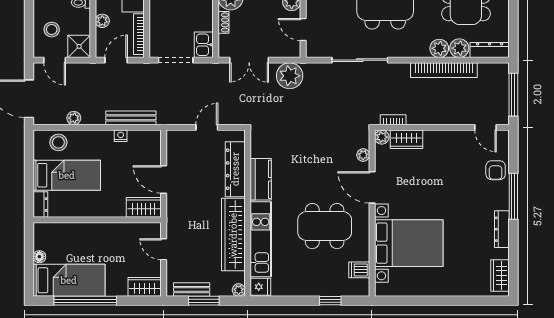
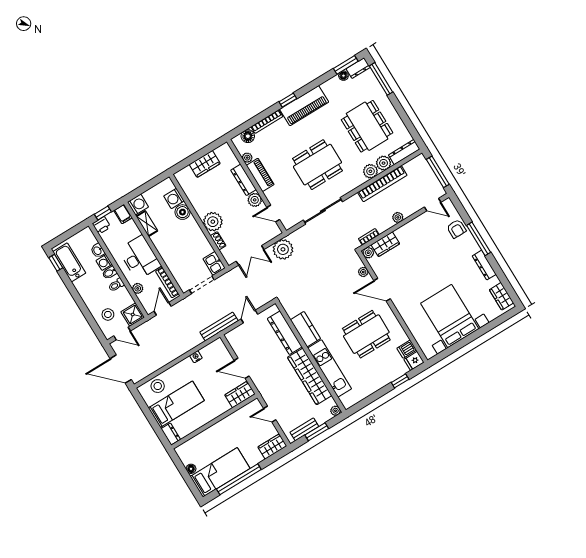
plant: (74, 118) -> (398, 217), moved
bench: (131, 118) -> (219, 326), moved
bed with nightstands: (409, 243) -> (450, 316), moved, turned -90
fridge: (260, 287) -> (414, 361), moved, turned 180

